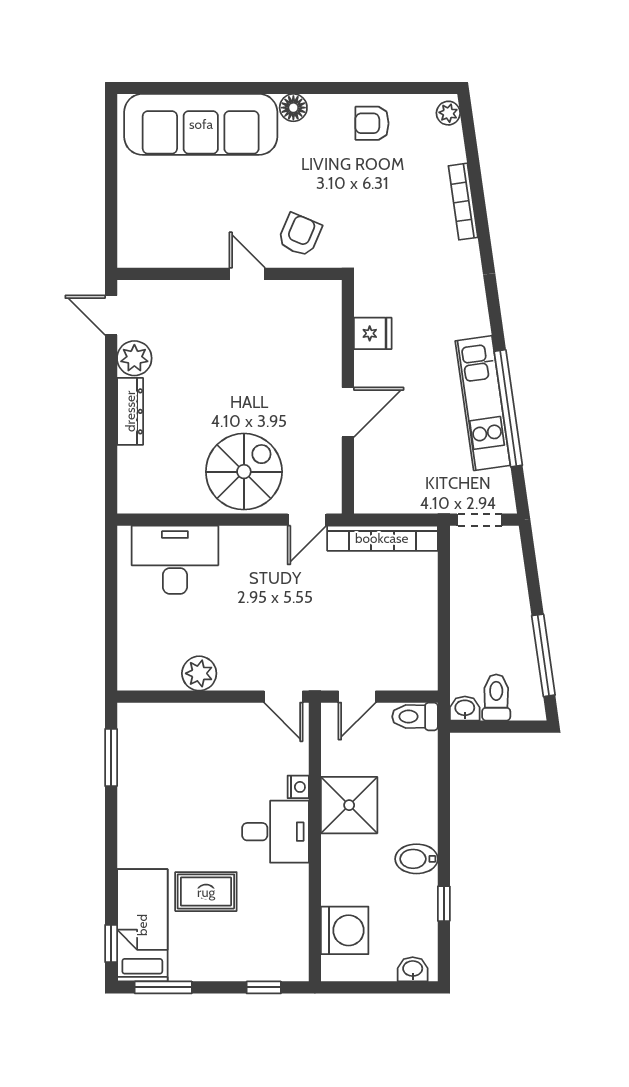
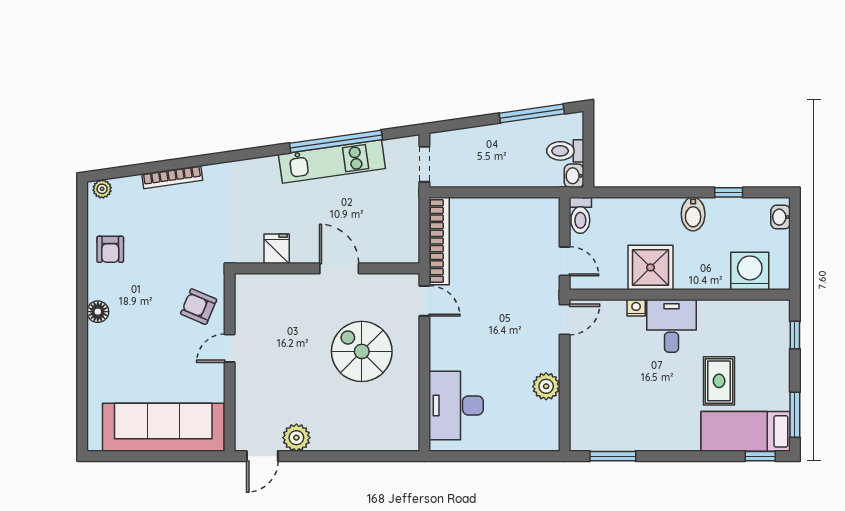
sofa: (201, 124) -> (163, 427), moved, turned -90
dresser: (130, 411) -> (339, 441), removed
spiral stairs: (244, 472) -> (362, 351), moved

